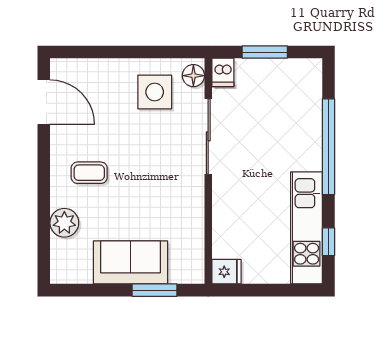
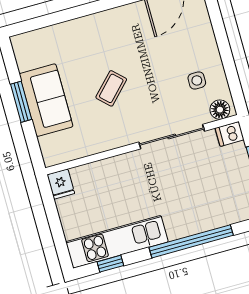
side table: (155, 92) -> (197, 80), width x0.54, depth x0.54
coffee table: (89, 173) -> (111, 88), moved, turned 44
plant: (64, 223) -> (64, 34), removed
window: (154, 290) -> (21, 102), moved

